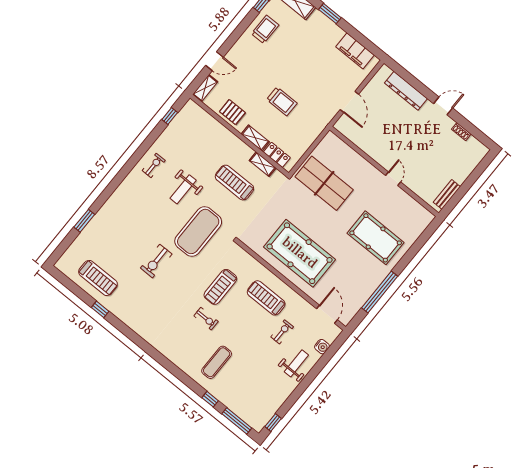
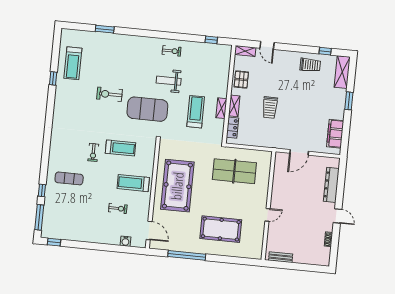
shelving: (263, 164) -> (221, 108), moved
table tennis table: (324, 183) -> (234, 171), turned 90
pool table: (376, 238) -> (221, 229), turned 90
treadmill: (220, 287) -> (121, 148), turned 180
treadmill: (266, 298) -> (133, 183), turned -90
door: (327, 314) -> (149, 230), hinge flipped
weight bench: (296, 363) -> (103, 232), removed

